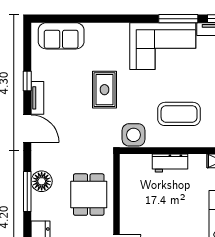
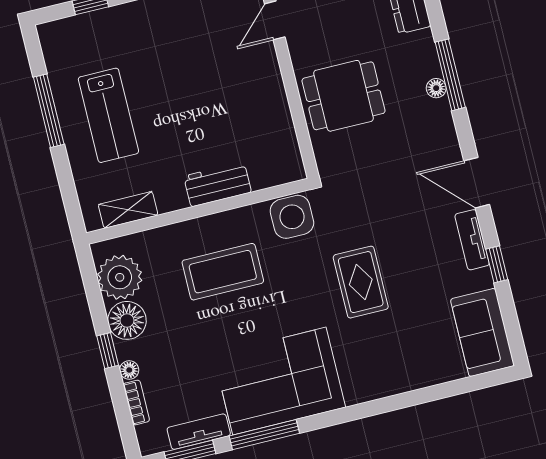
sofa: (61, 36) -> (482, 332), moved, turned -90
floor lamp: (42, 181) -> (436, 88), width x0.53, depth x0.53
dining table: (89, 195) -> (344, 96), turned 90

